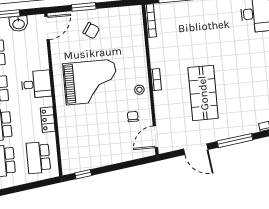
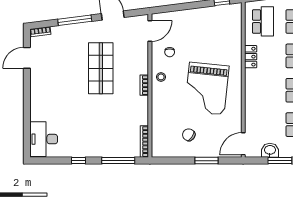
chair: (91, 31) -> (189, 135), moved
grand piano: (90, 82) -> (207, 89), turned -84
desk: (36, 84) -> (258, 91), removed

